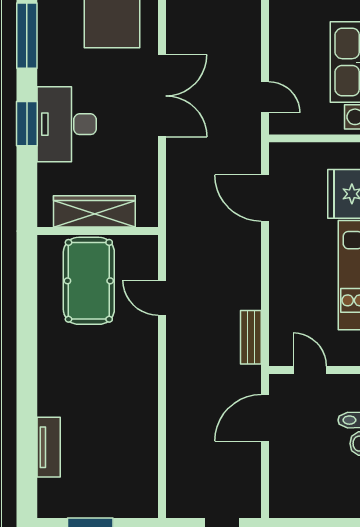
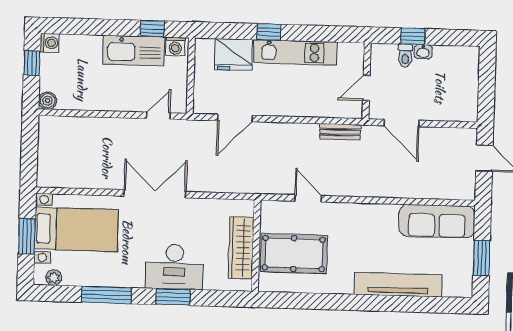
door: (162, 298) -> (308, 198), swing flipped
tv unit: (49, 447) -> (398, 285), width x1.92, depth x1.29
sofa: (137, 468) -> (437, 221), added

